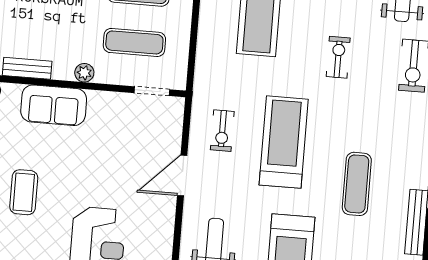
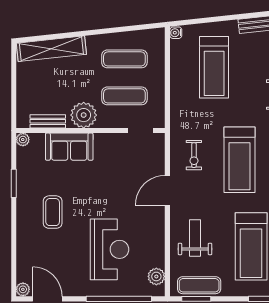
plant: (84, 73) -> (84, 115), width x1.87, depth x1.87
treadmill: (284, 142) -> (240, 160), turned 180

